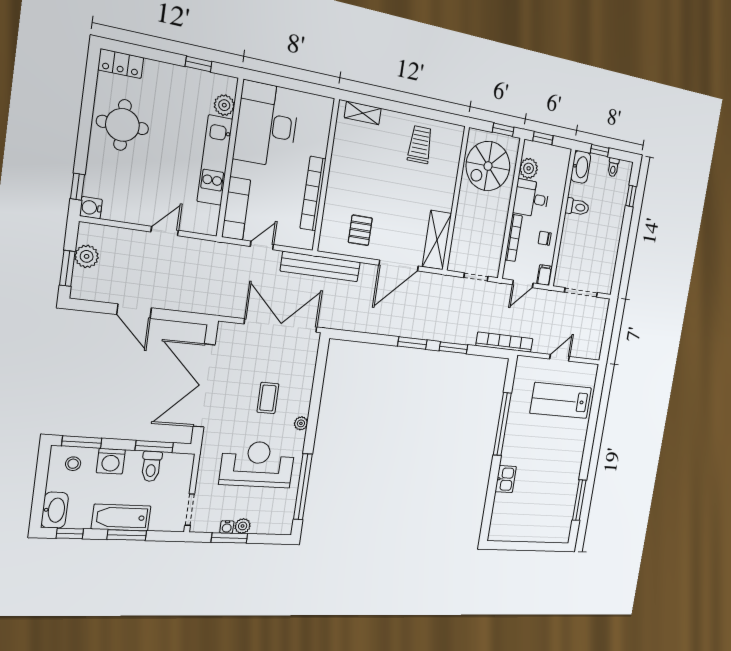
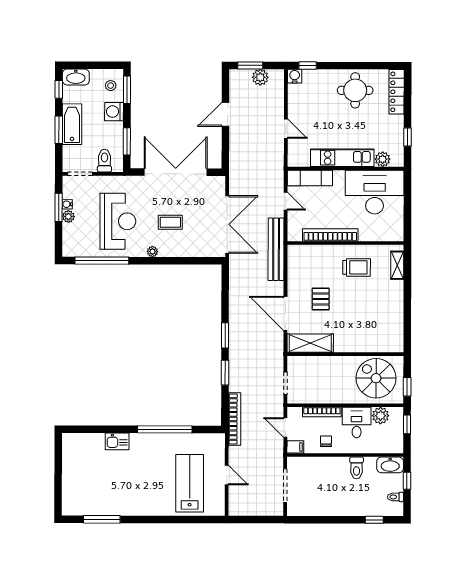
locker: (121, 64) -> (397, 92), width x1.53
trolley: (420, 145) -> (357, 267), moved
pallet: (360, 230) -> (321, 299), moved, turned 90
toilet: (151, 466) -> (104, 161), moved, turned 90

